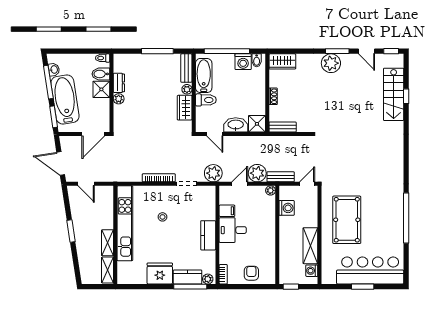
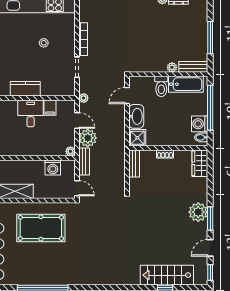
wardrobe: (185, 108) -> (153, 65), removed
plant: (213, 173) -> (84, 98), width x0.53, depth x0.53

